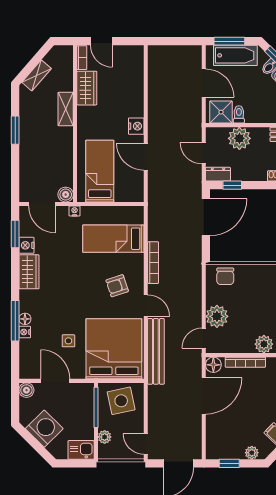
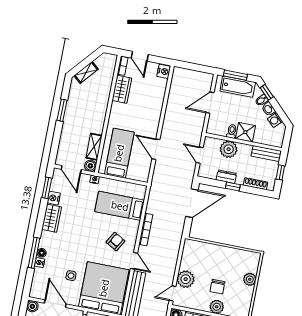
door: (204, 83) -> (210, 103), swing flipped
shelving: (66, 109) -> (94, 147), moved
shower: (221, 112) -> (245, 132), moved
nightstand: (136, 126) -> (164, 71), moved
dresser: (218, 174) -> (226, 177), moved
window: (232, 185) -> (233, 186), moved
chair: (225, 276) -> (217, 287), moved
armchair: (117, 286) -> (116, 242), turned 138

